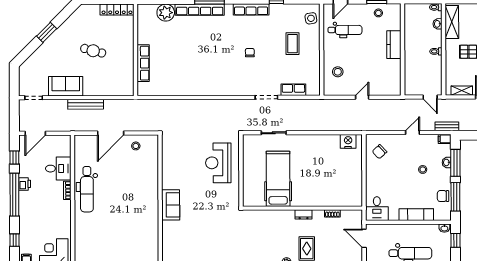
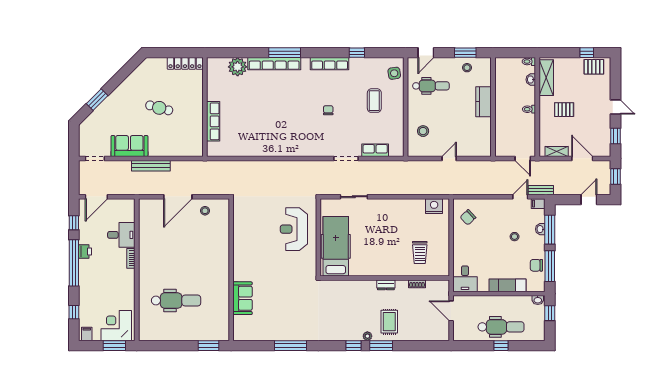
window: (47, 32) -> (97, 100), moved
door: (412, 133) -> (520, 197), moved
hospital bed: (278, 179) -> (336, 246), moved
trolley: (335, 184) -> (420, 253), added
dental chair: (87, 189) -> (176, 301), moved, turned -90
sofa: (171, 205) -> (242, 298), moved

